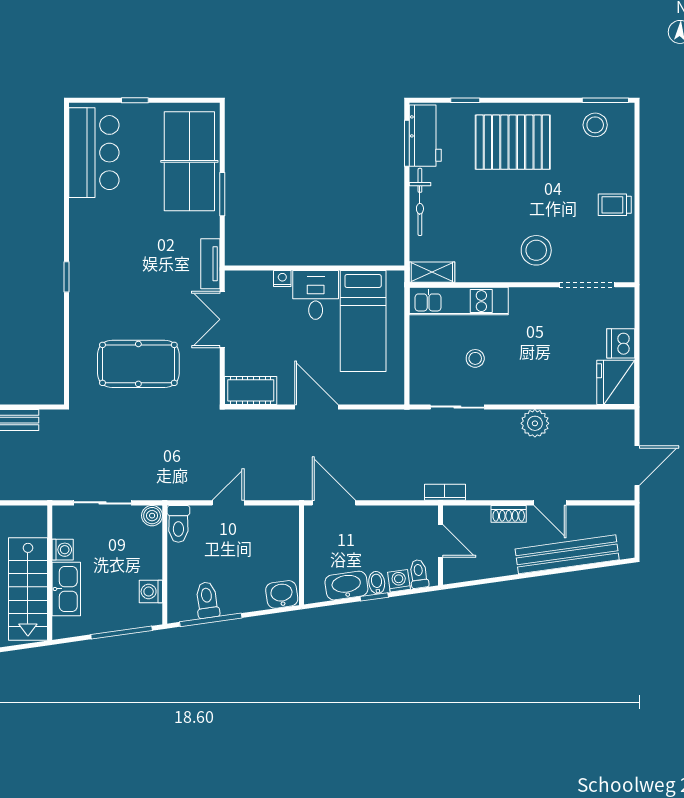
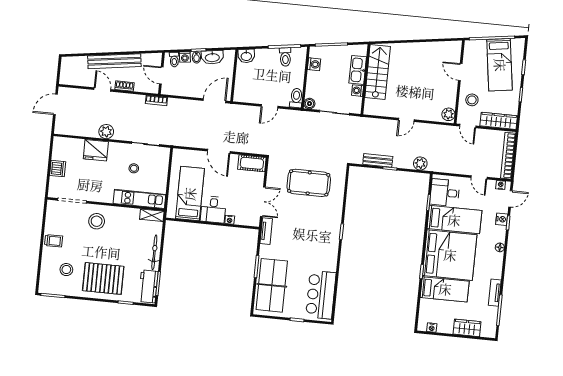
stool: (595, 125) -> (66, 270), moved
fridge: (616, 382) -> (96, 150), moved, turned 90
door: (334, 503) -> (215, 101), swing flipped
bench: (567, 554) -> (114, 61), moved

